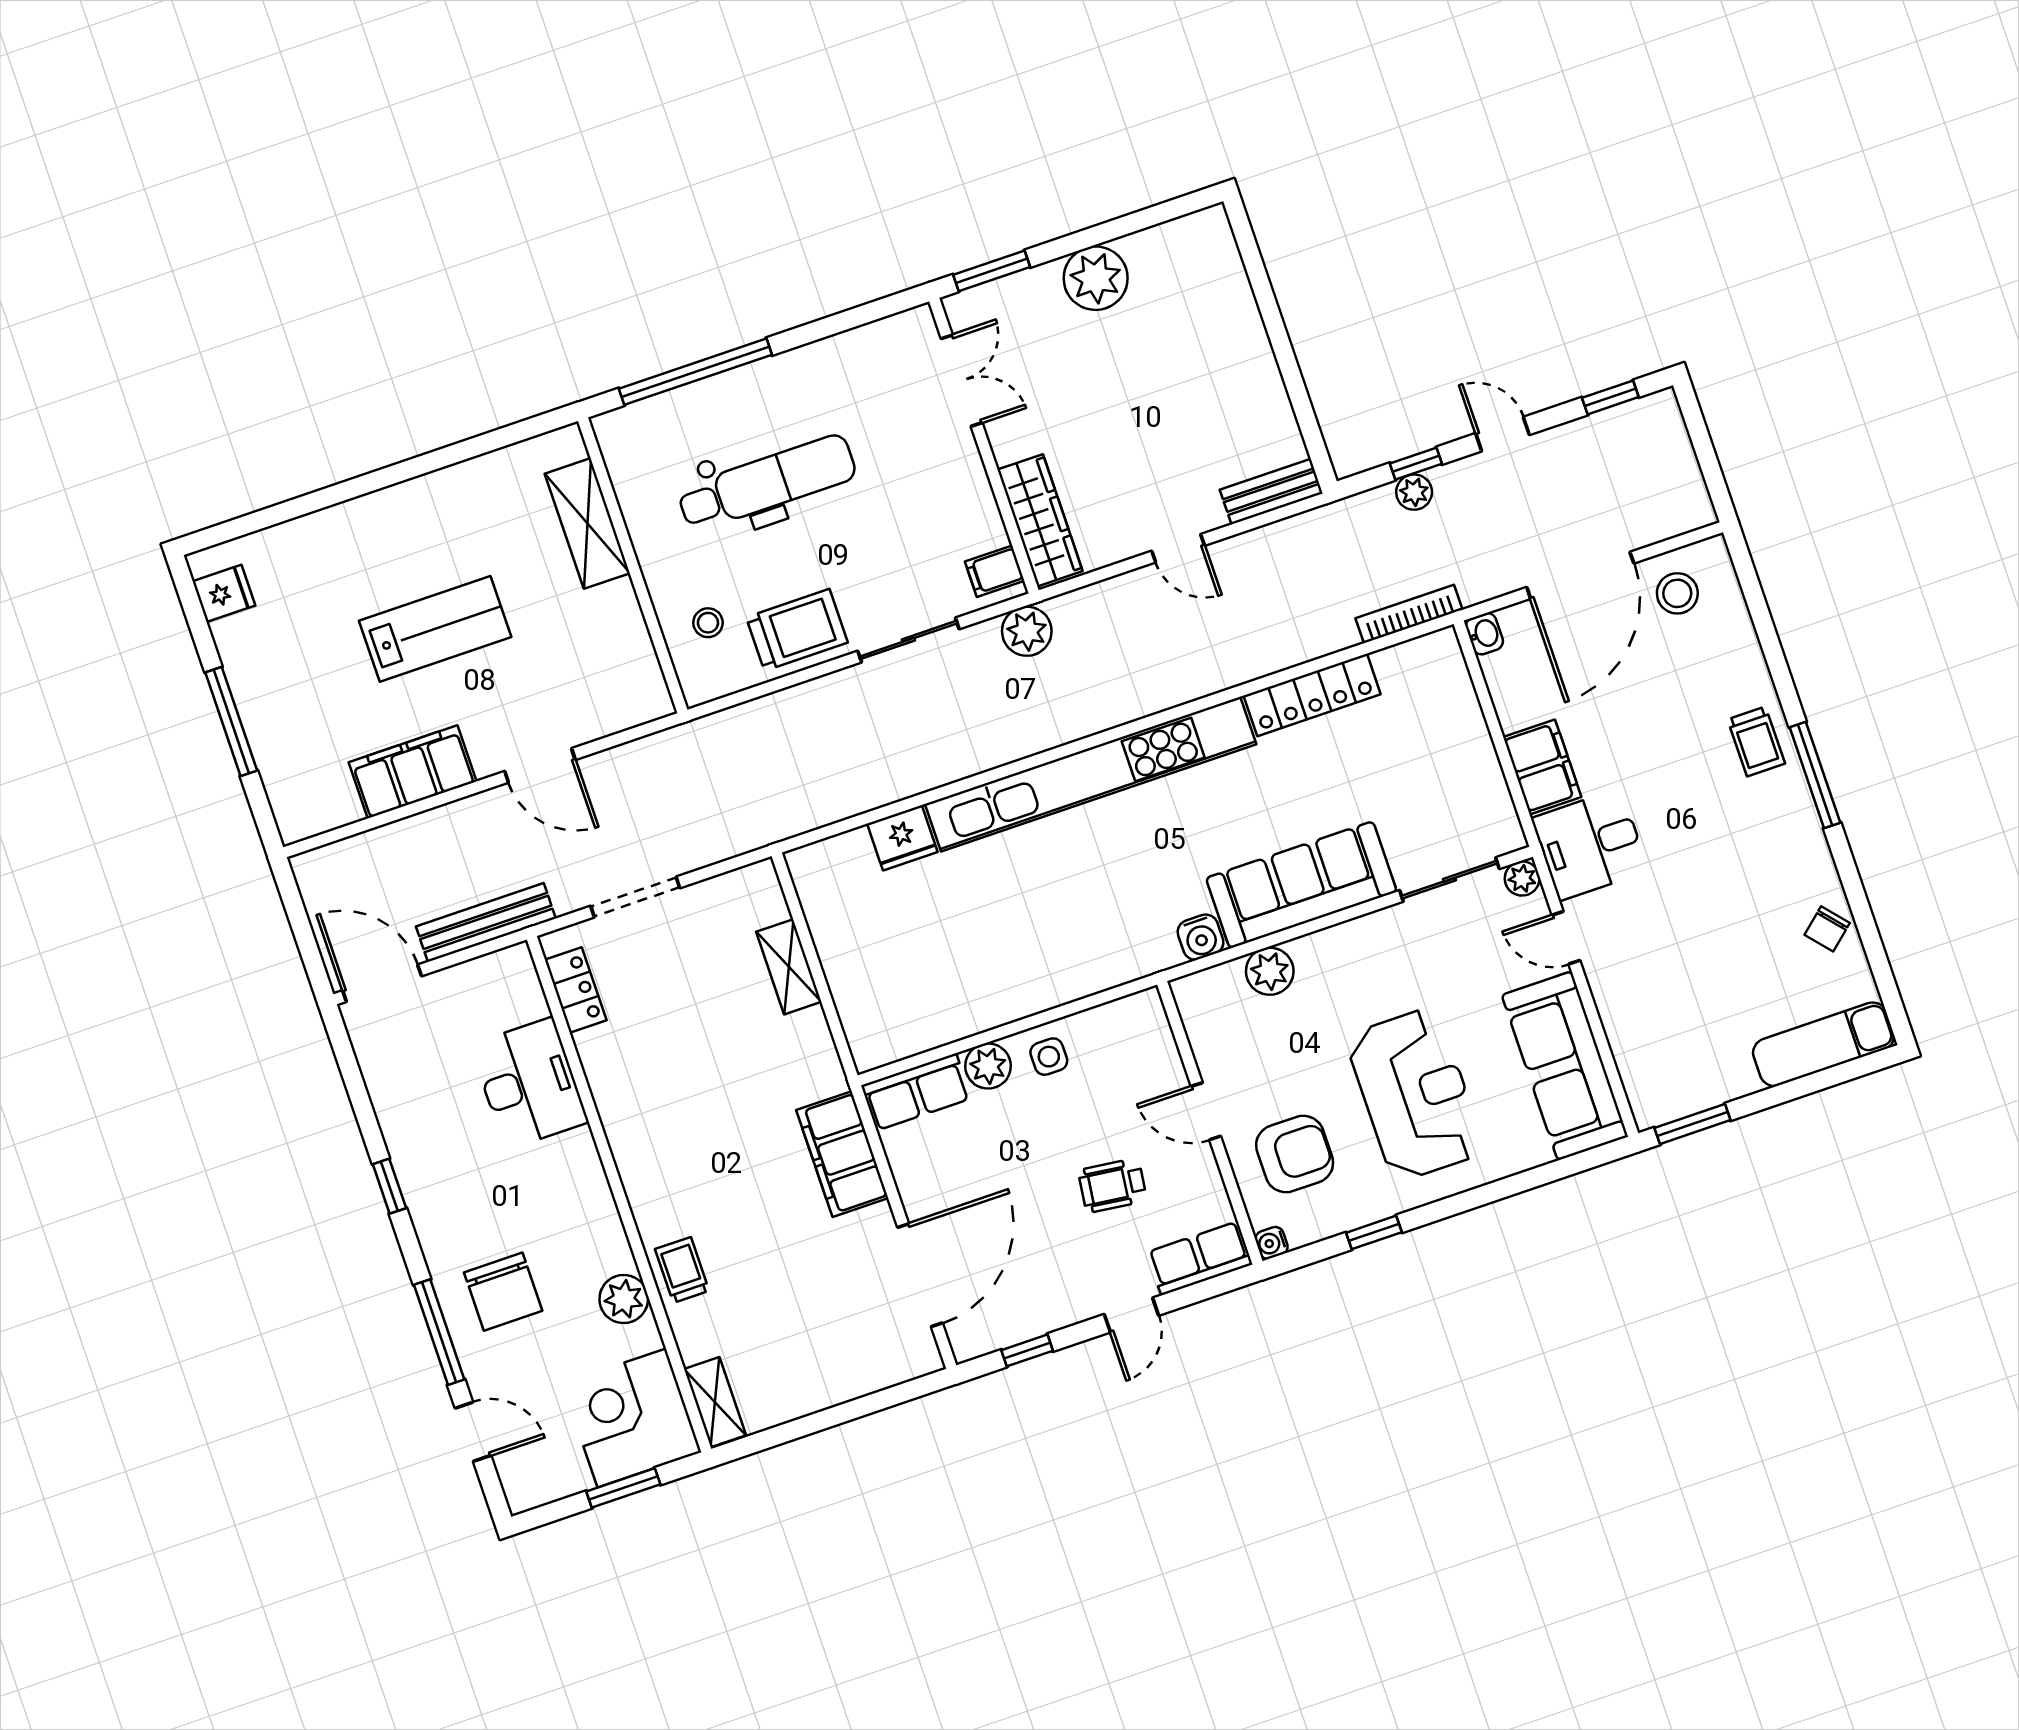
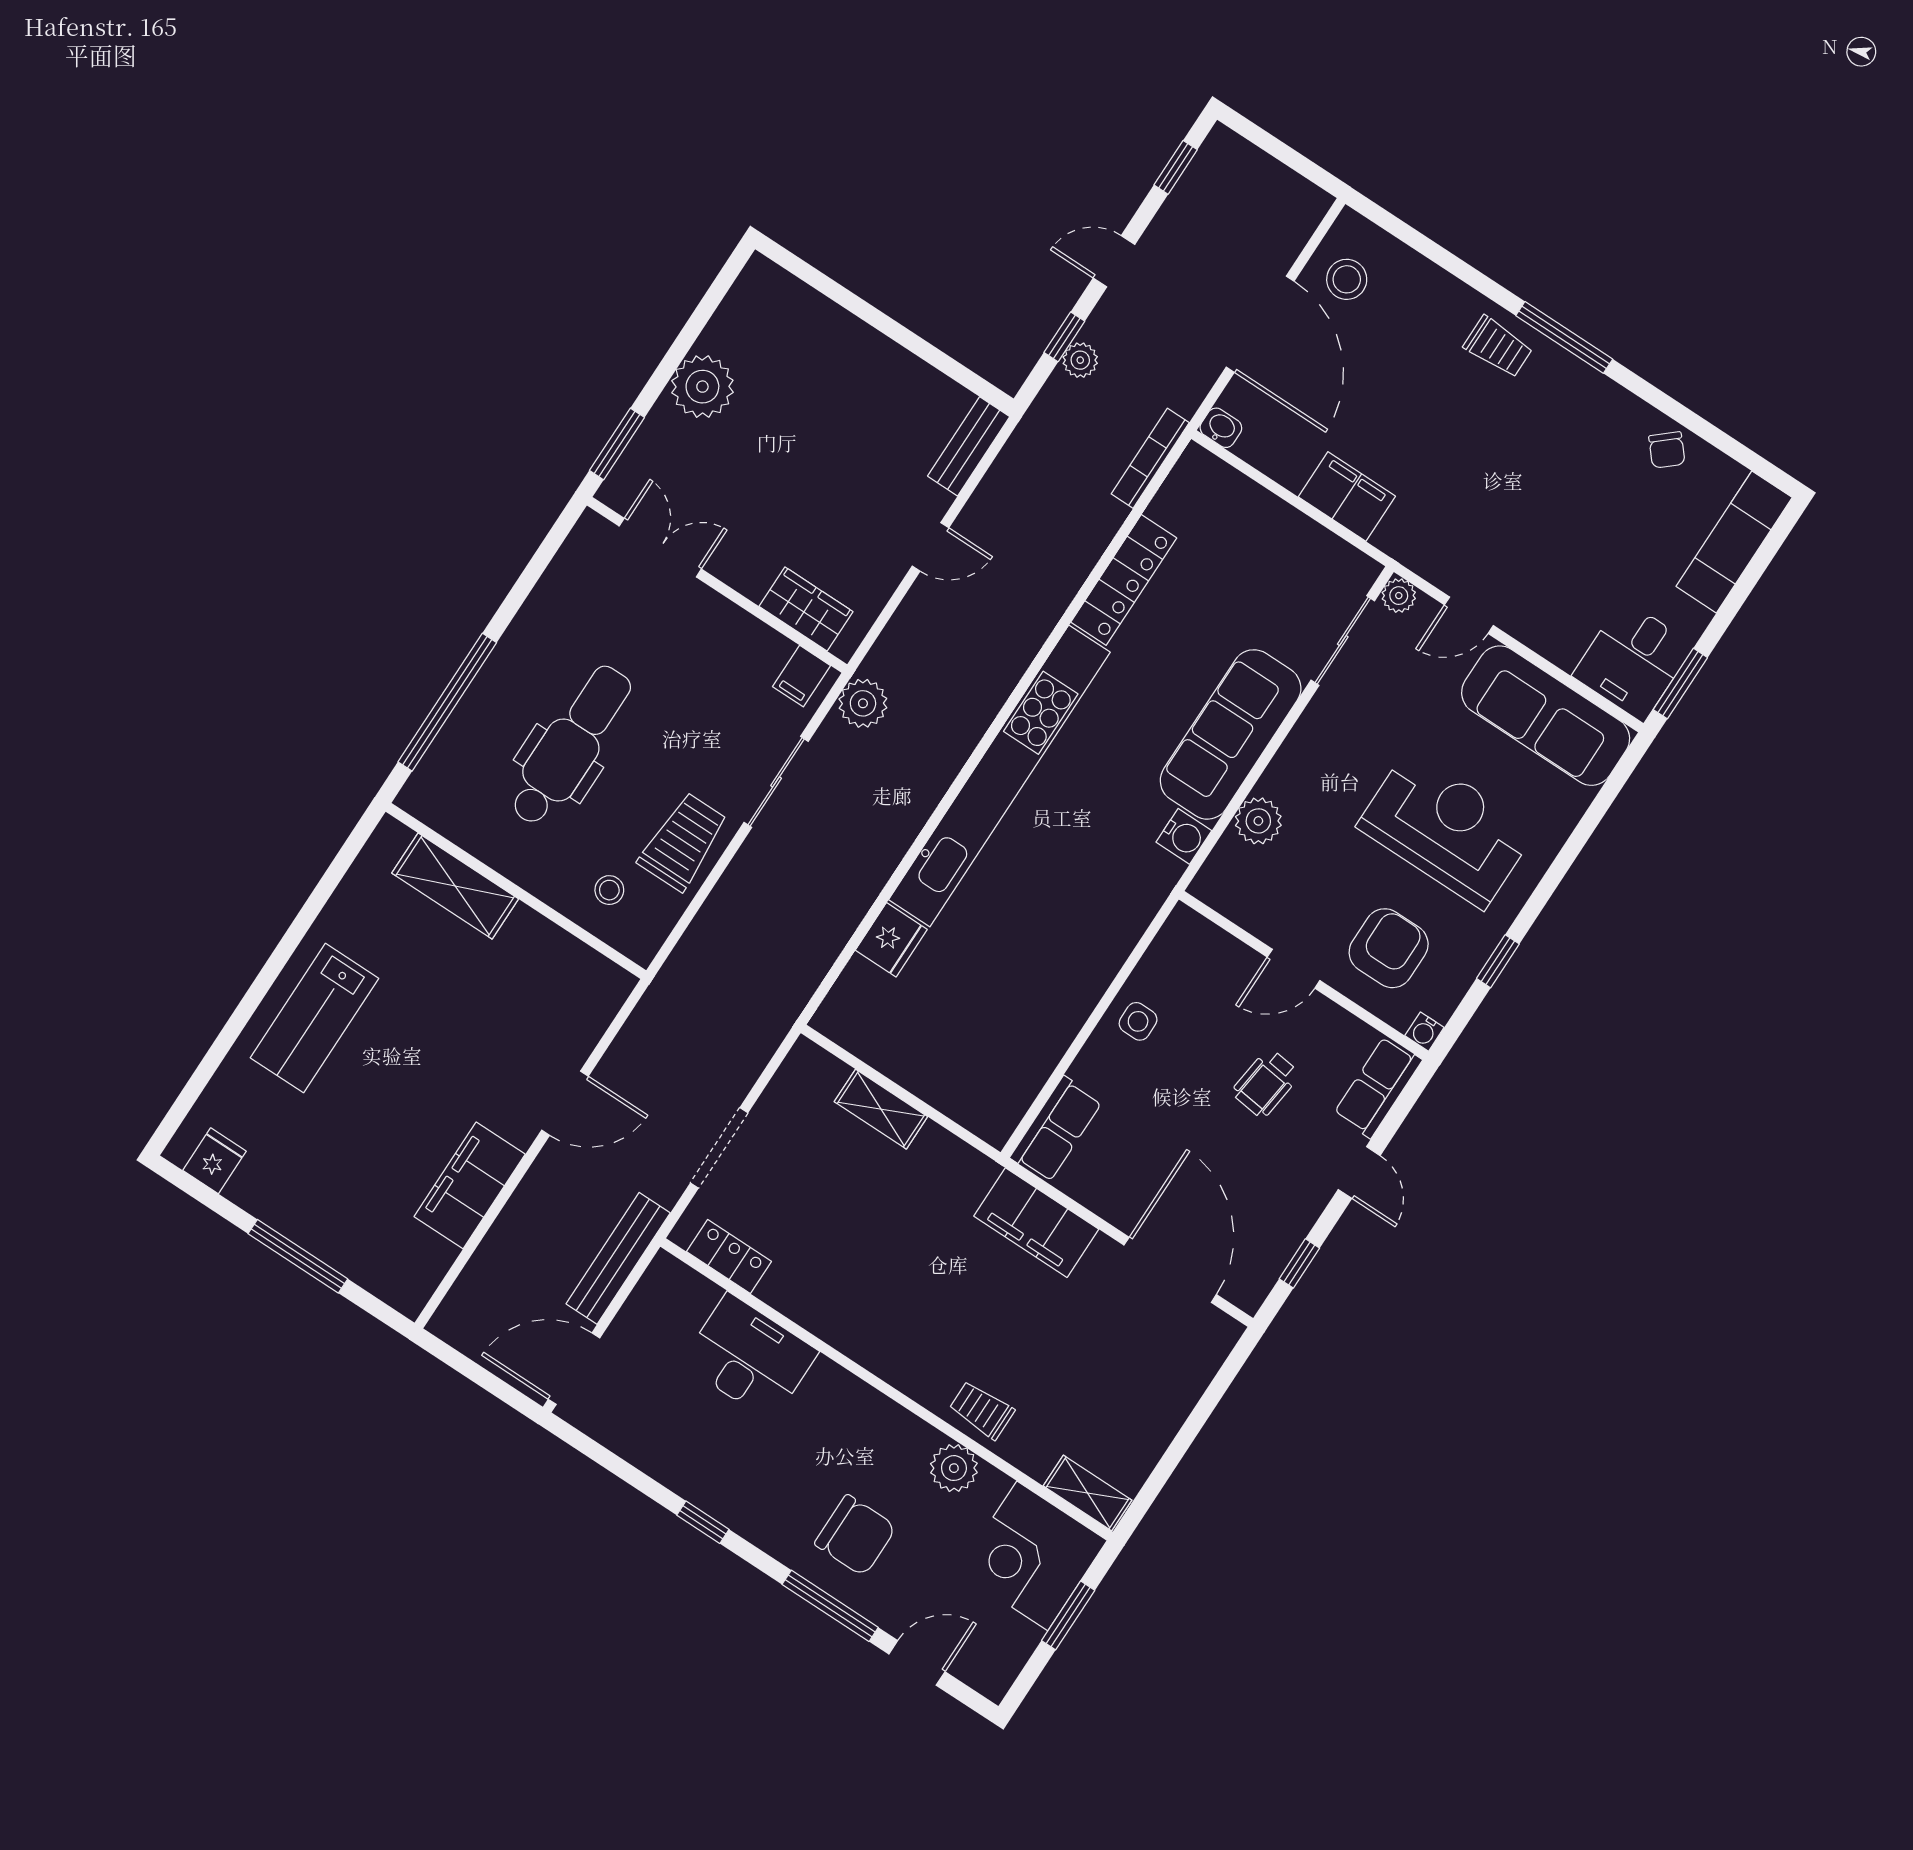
wardrobe: (1040, 520) -> (806, 609), width x0.67
lab bench: (435, 629) -> (314, 1018), moved, turned 180
desk: (1590, 844) -> (1633, 661), moved
plant: (988, 1066) -> (1096, 1066), removed

